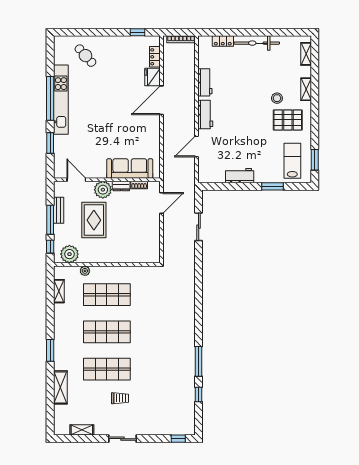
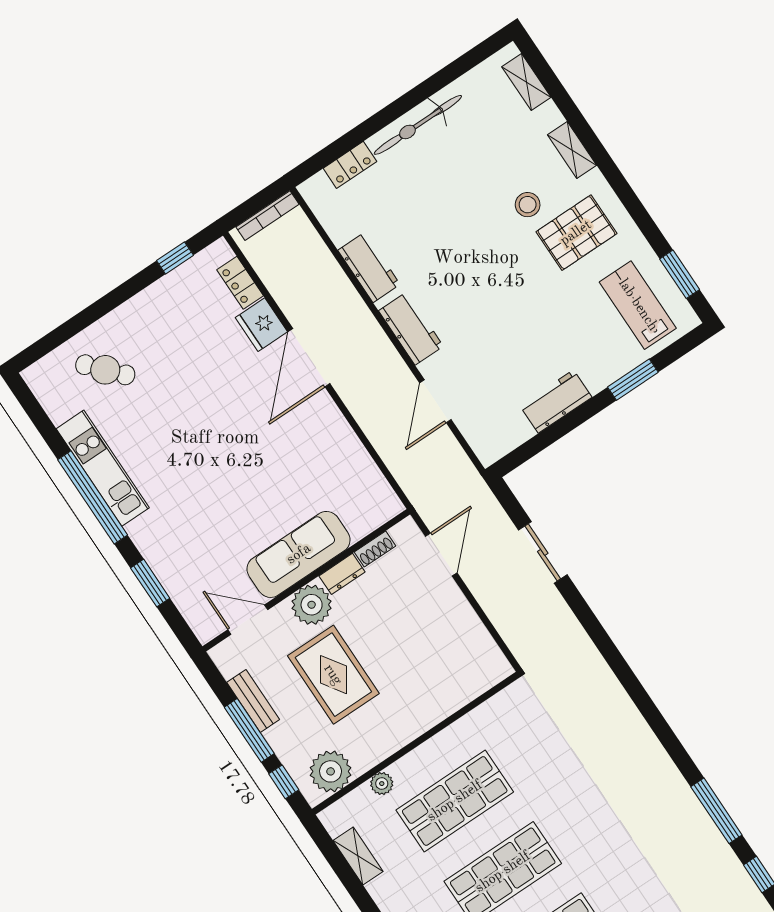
kitchen unit: (61, 100) -> (103, 468), width x0.73
sofa: (130, 168) -> (299, 554), moved

